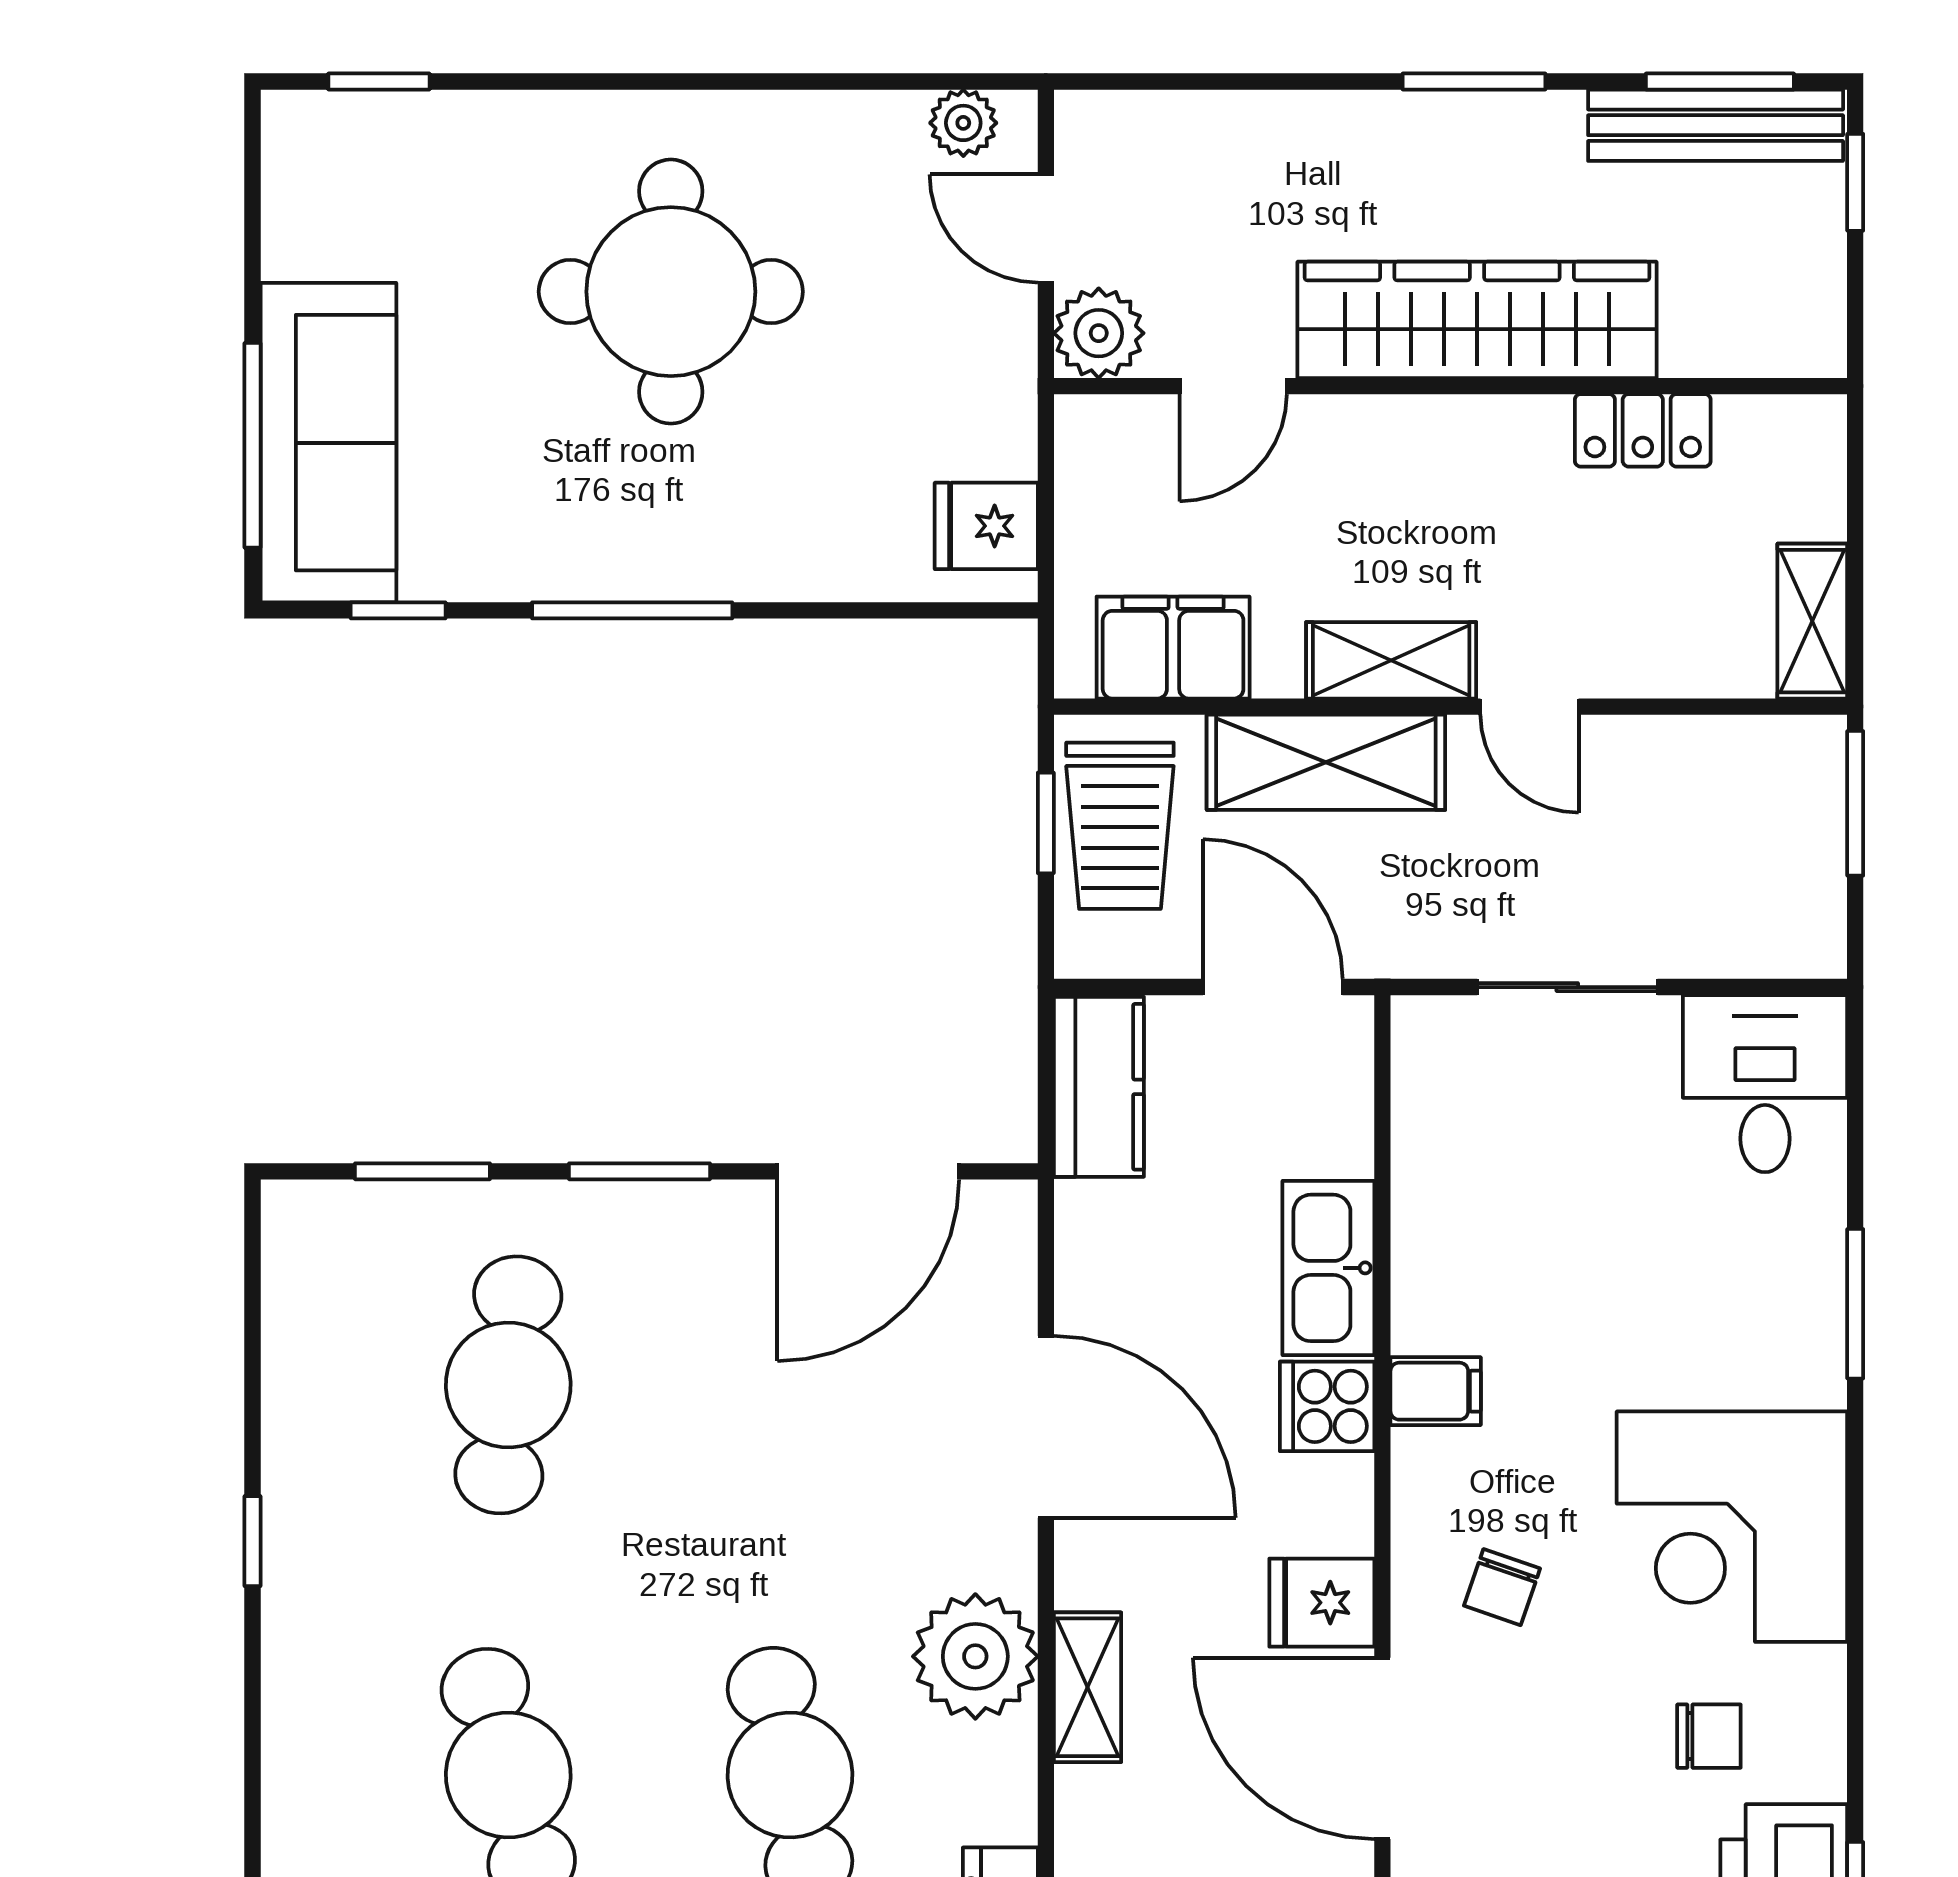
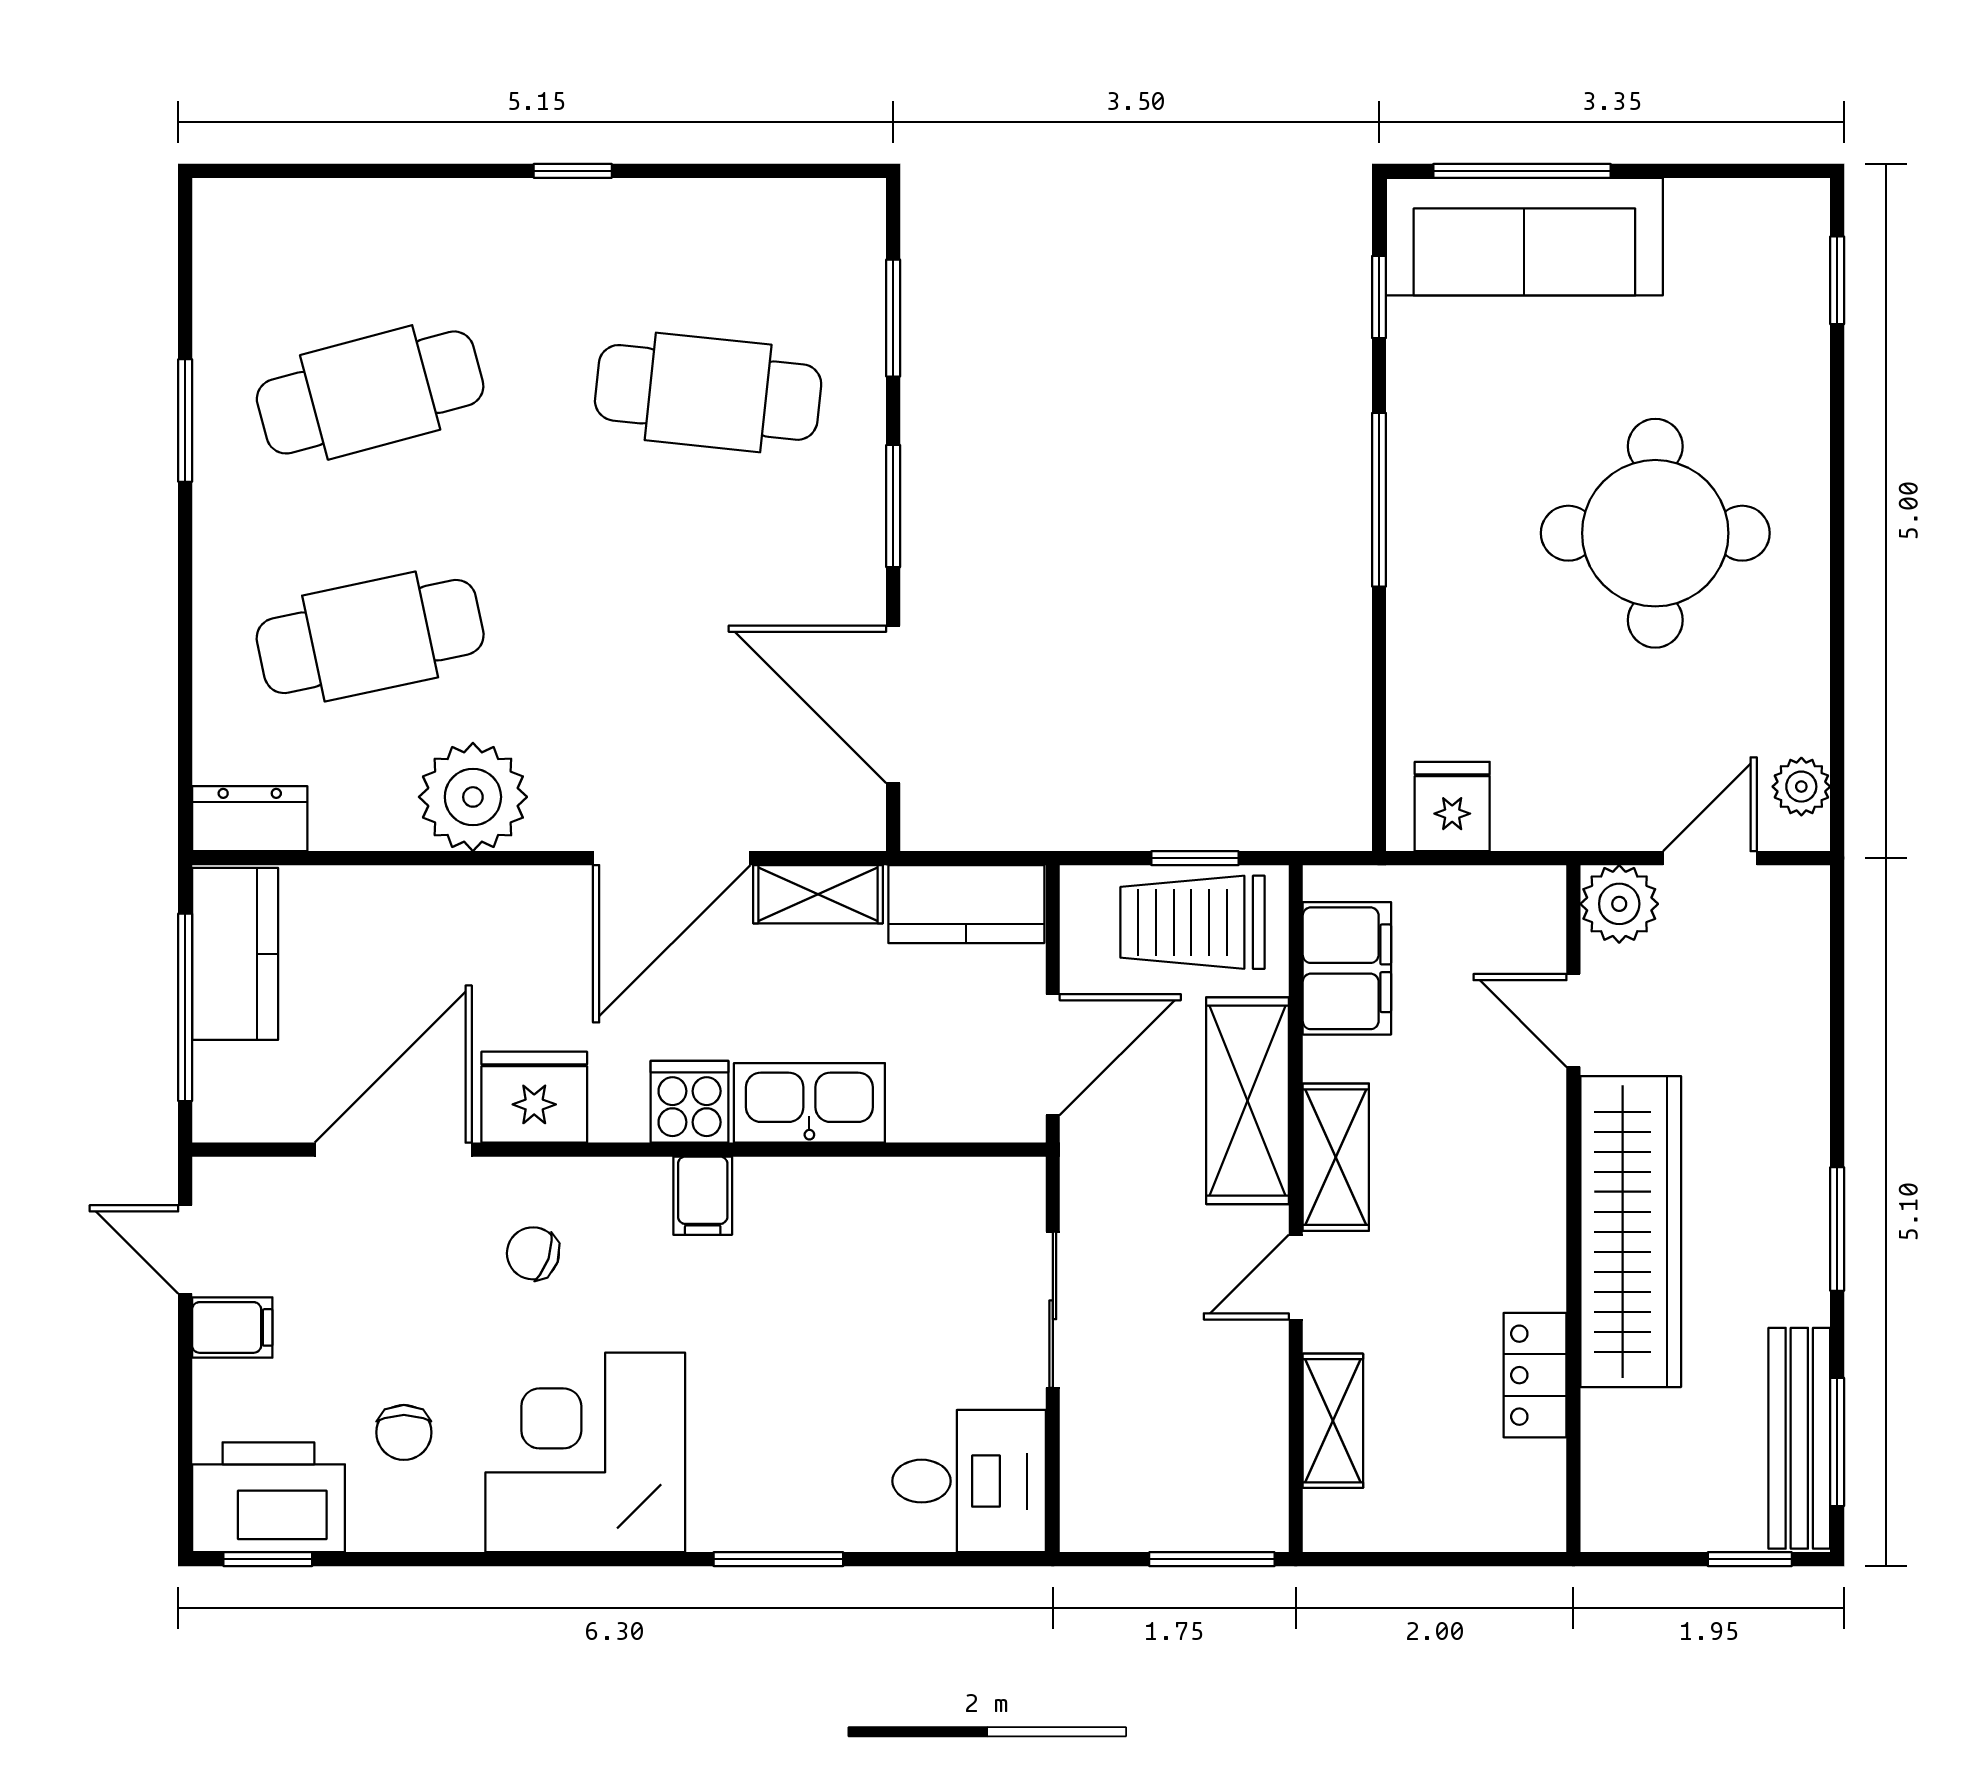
shelving: (1812, 621) -> (1333, 1421), moved, turned 90
fridge: (1322, 1603) -> (534, 1097), width x1.38
shelving: (1087, 1687) -> (818, 894), moved

